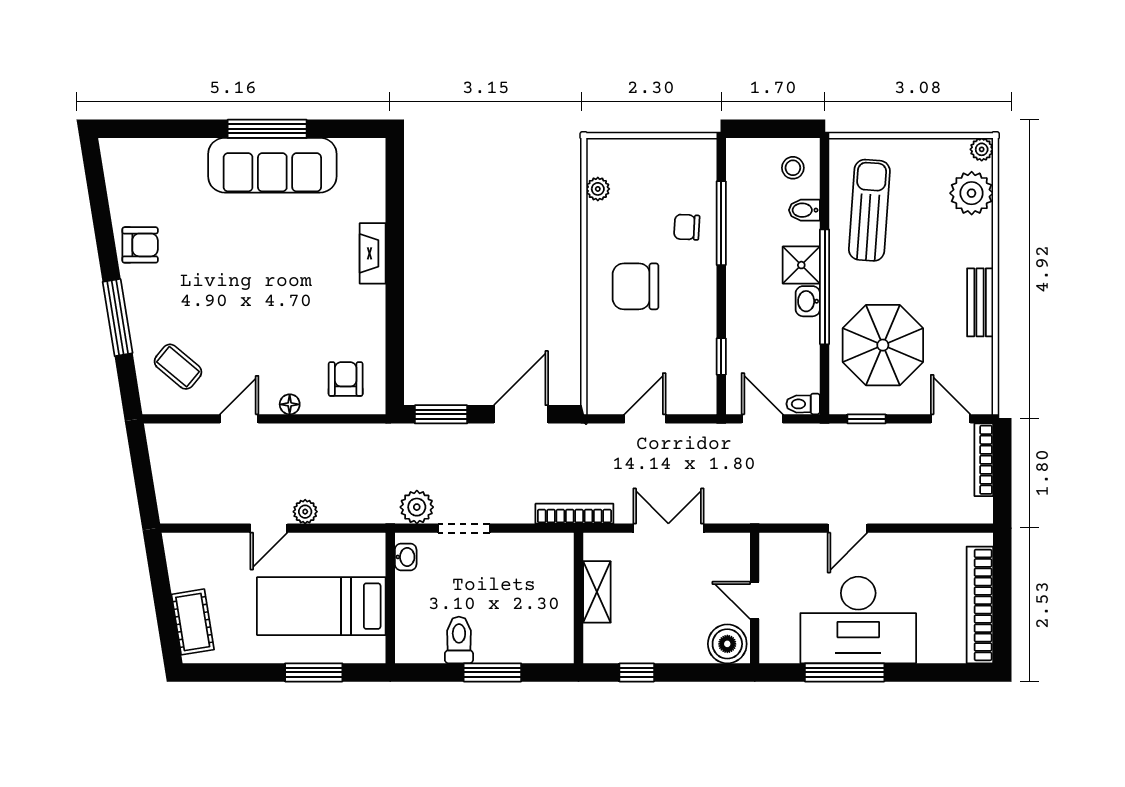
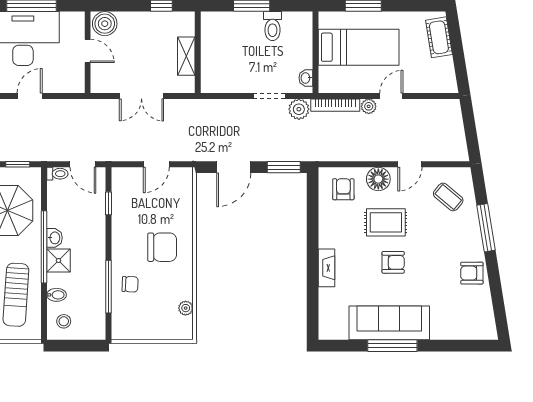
armchair: (266, 262) -> (393, 262), added
rug: (278, 326) -> (386, 222), added
armchair: (346, 379) -> (343, 189), turned 180
floor lamp: (290, 404) -> (378, 179), width x1.89, depth x1.89
bookcase: (574, 514) -> (335, 105), moved

